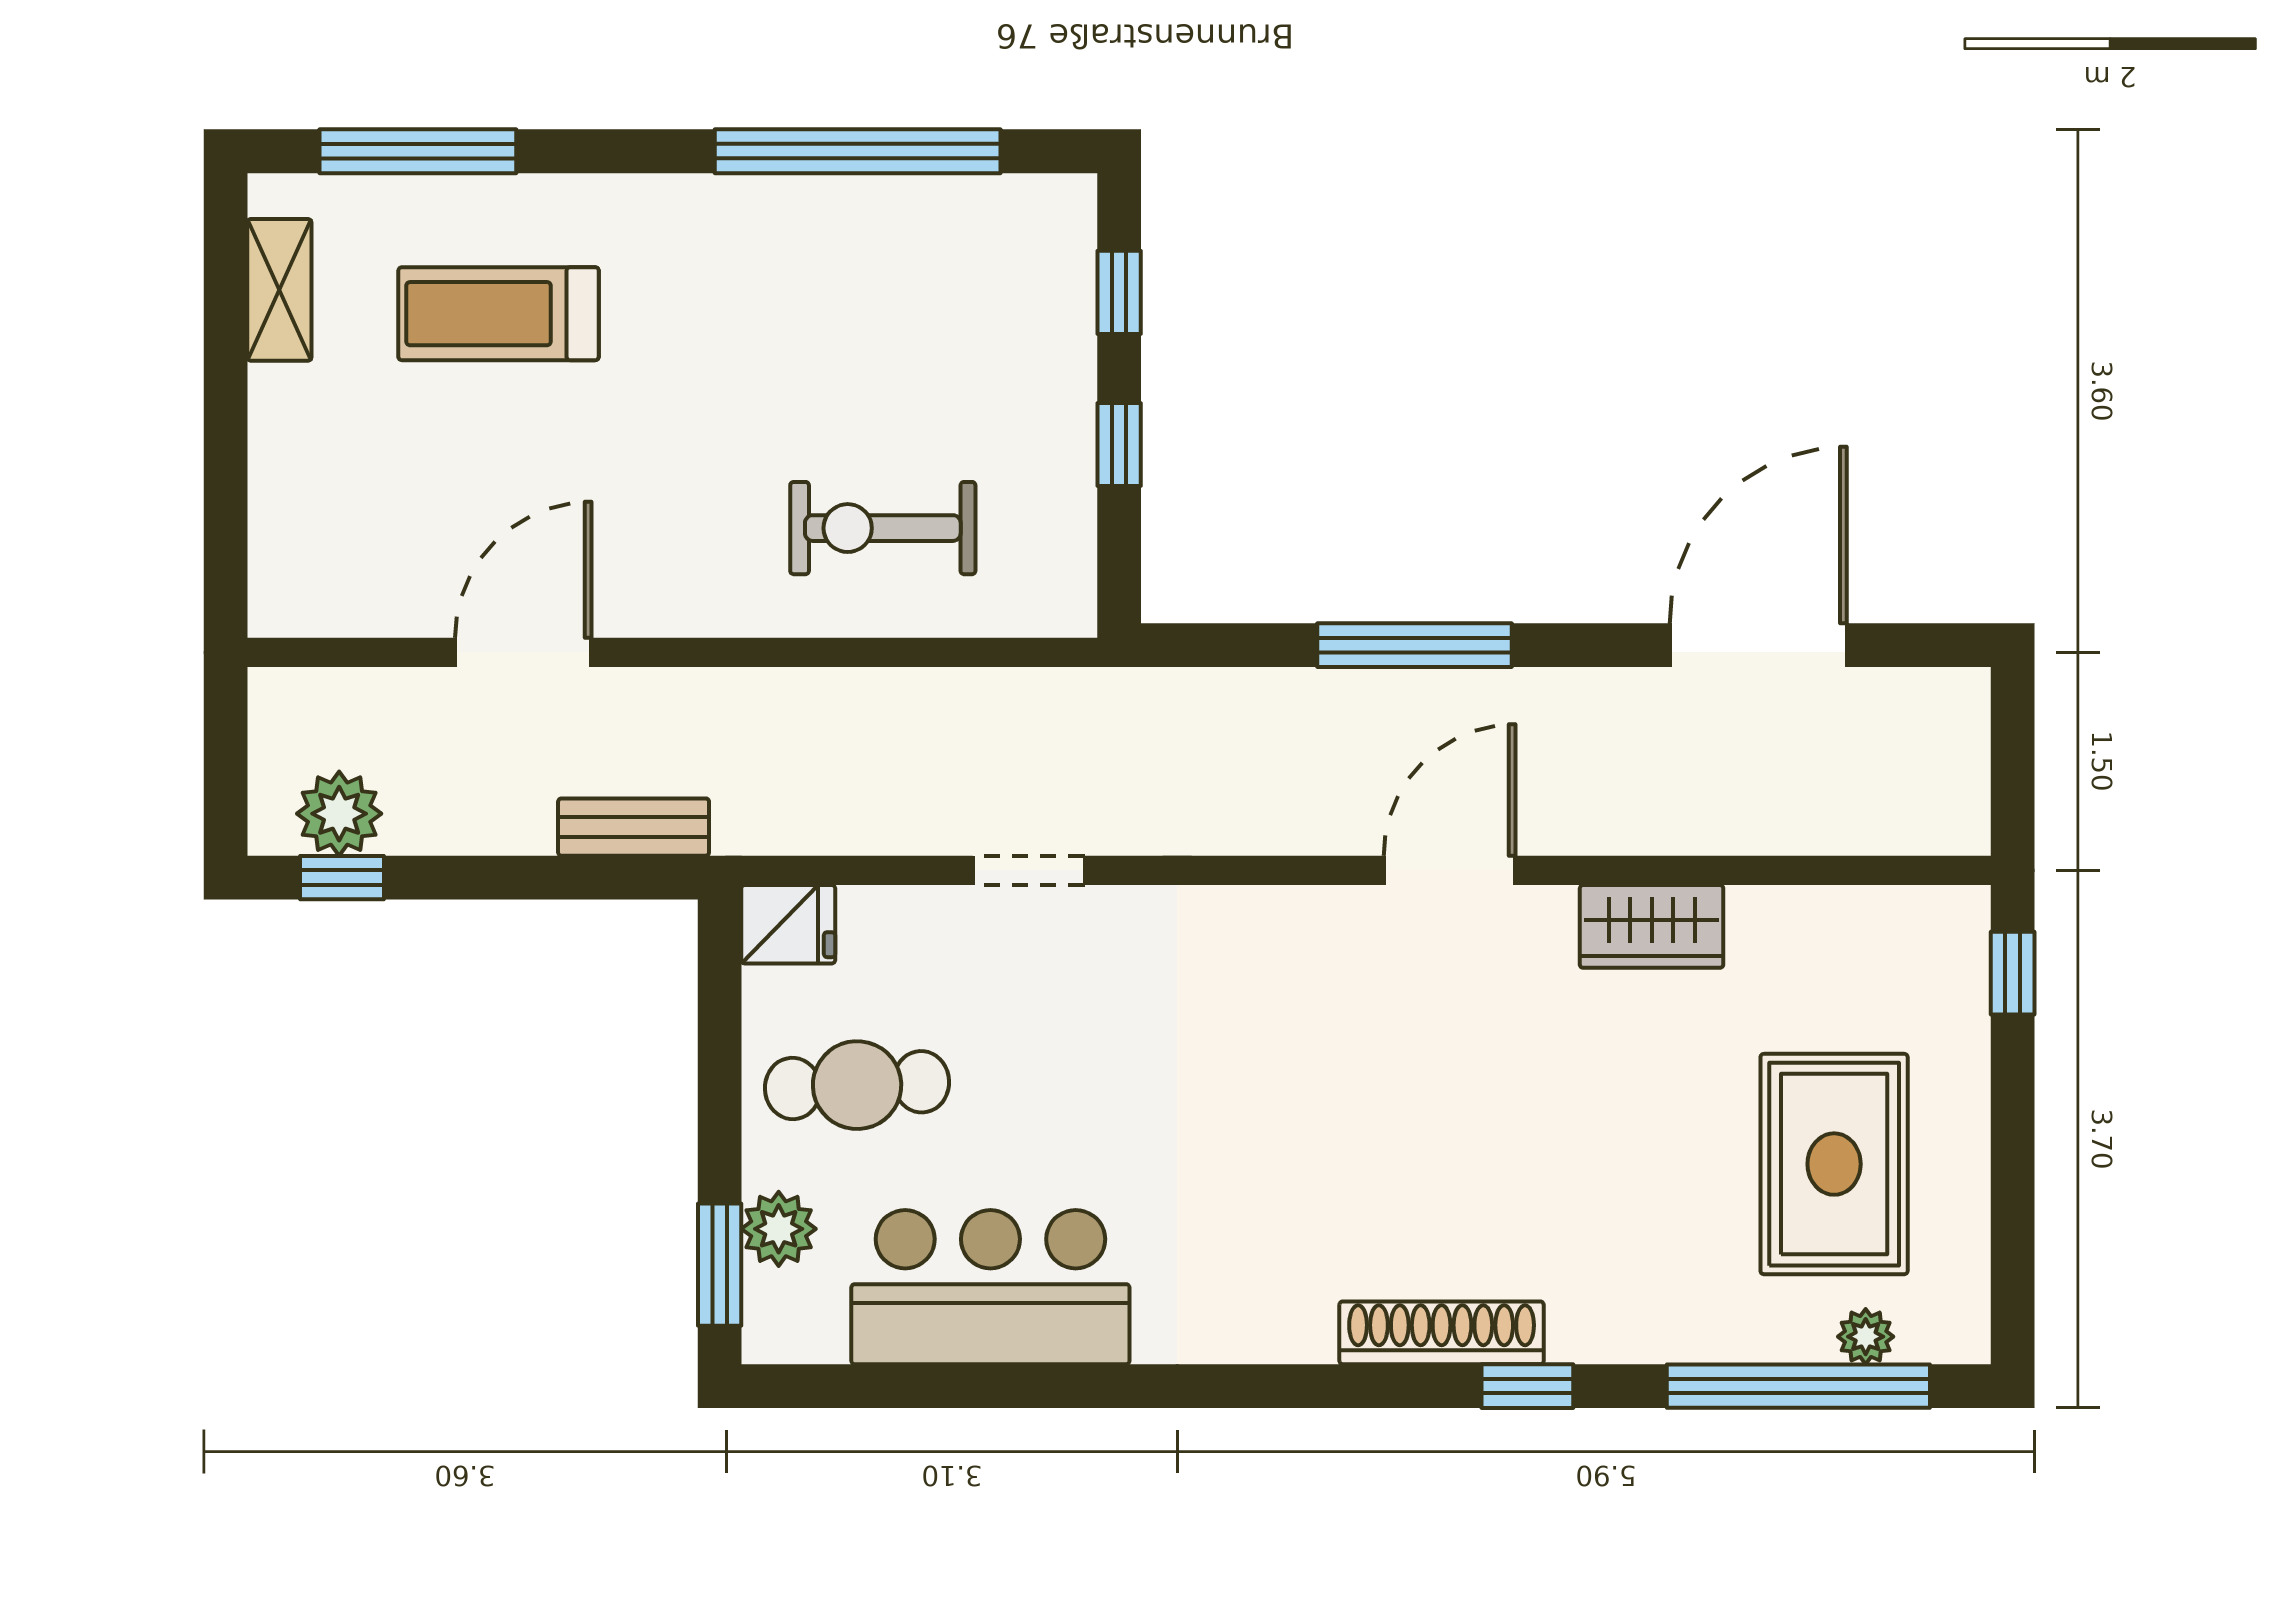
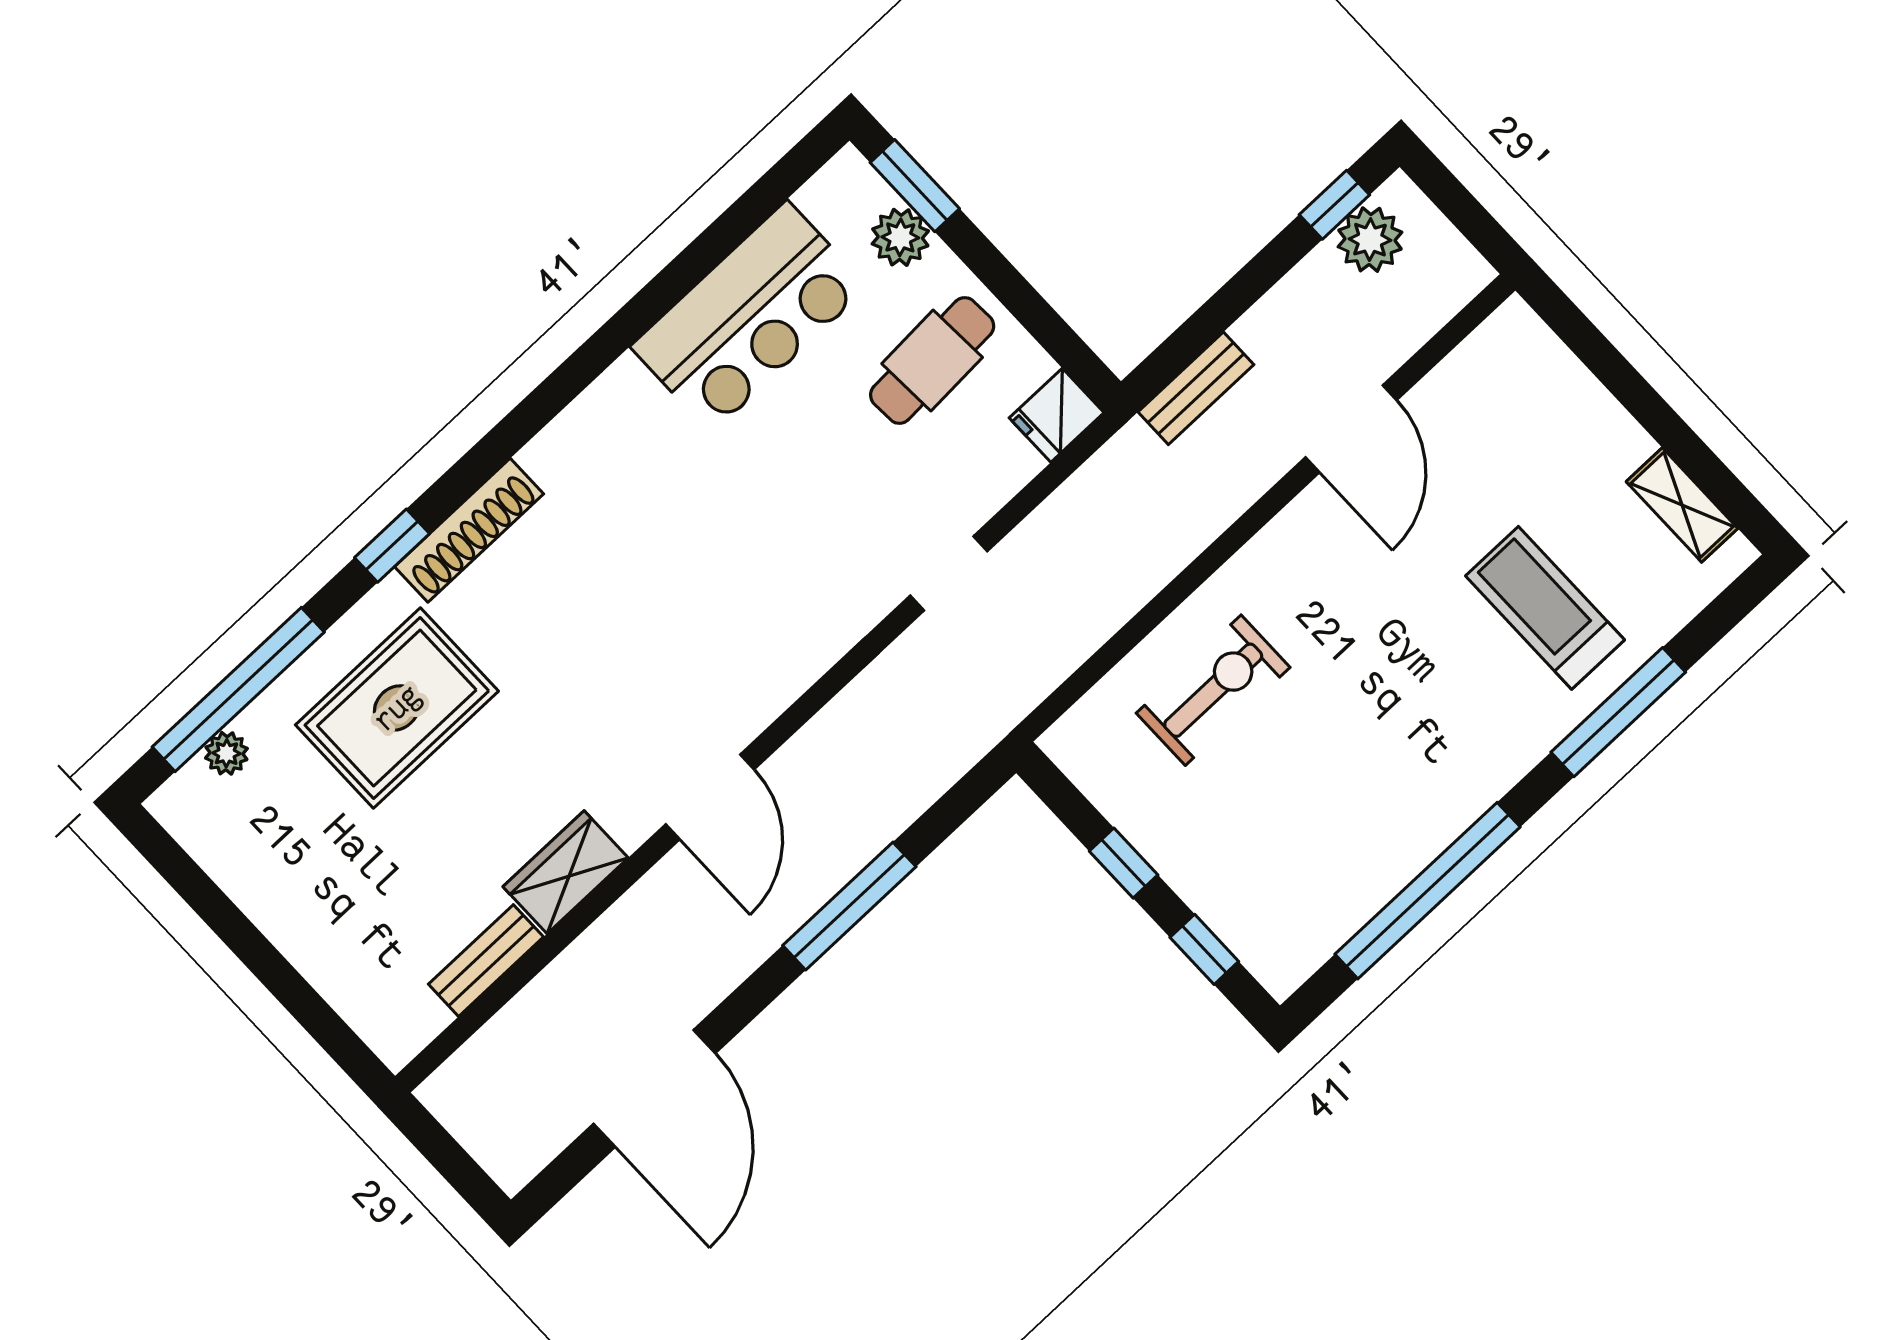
window: (418, 151) -> (1618, 712), moved
treadmill: (499, 314) -> (1545, 608), turned -90
bench: (1804, 914) -> (486, 961), added
window: (2013, 973) -> (336, 1037), removed
rug: (1834, 1164) -> (397, 708), moved, turned 90

